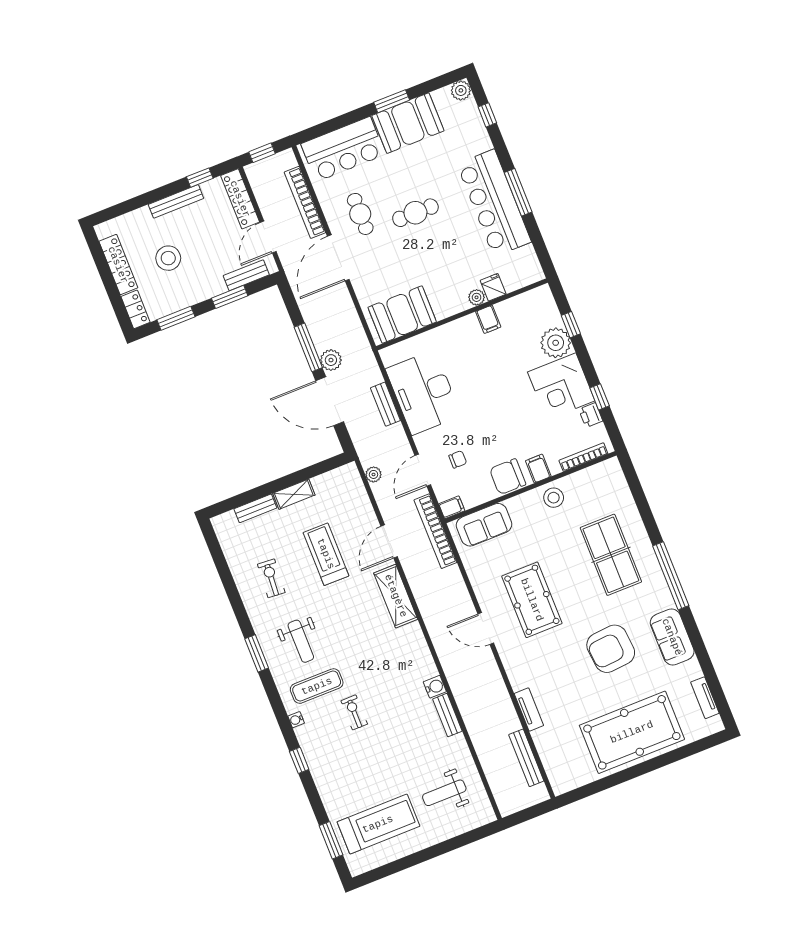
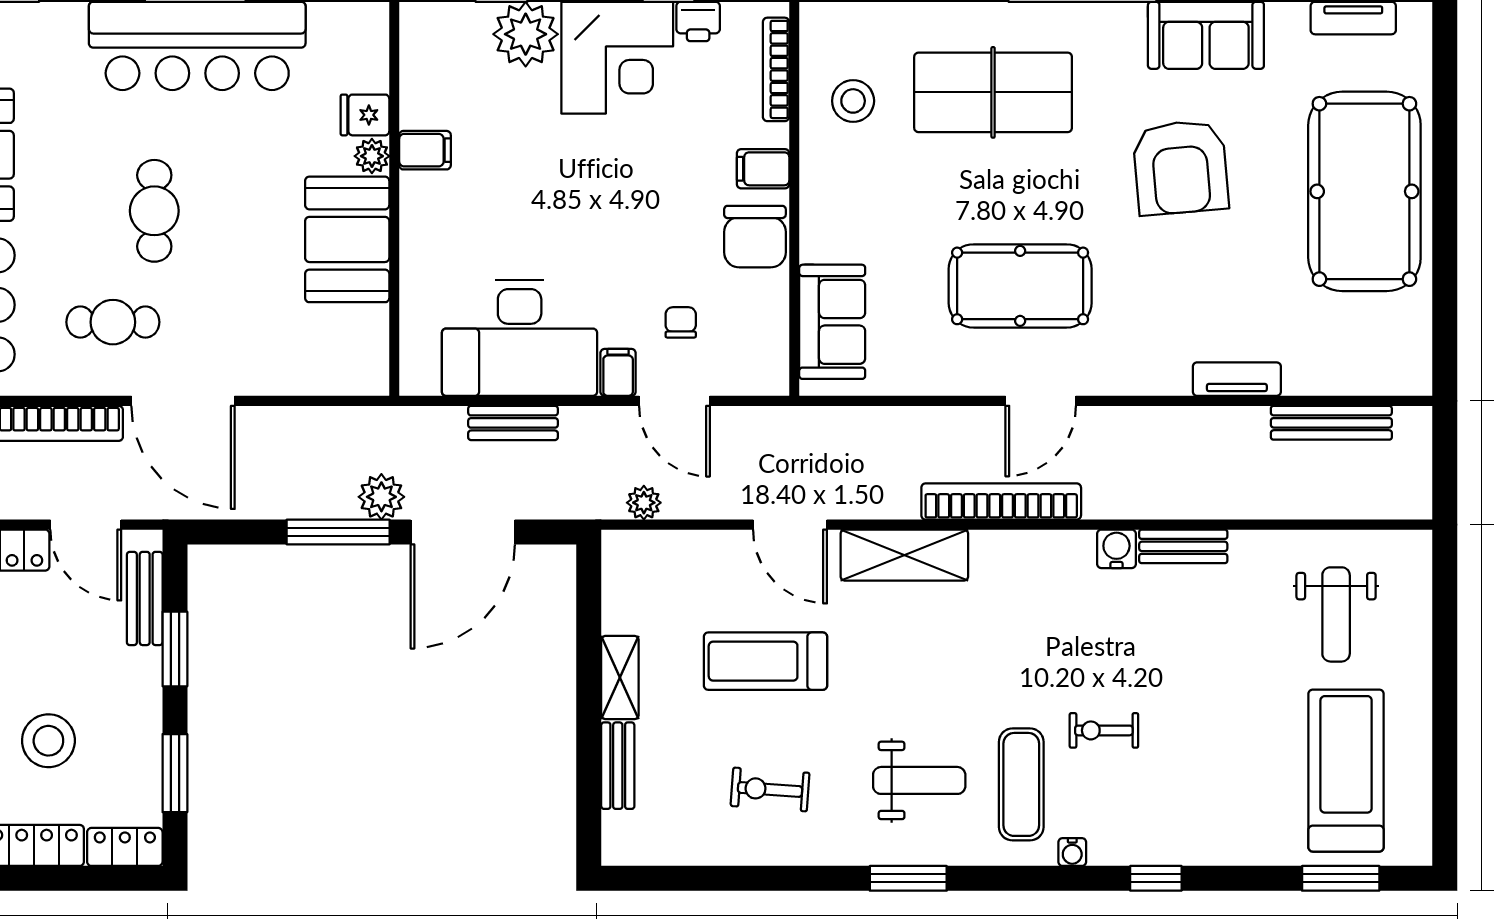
booth: (402, 315) -> (347, 239), moved
stool: (554, 498) -> (853, 101), moved
filing cabinet: (452, 507) -> (618, 372), moved
bookcase: (435, 531) -> (1001, 502), moved, turned 180

